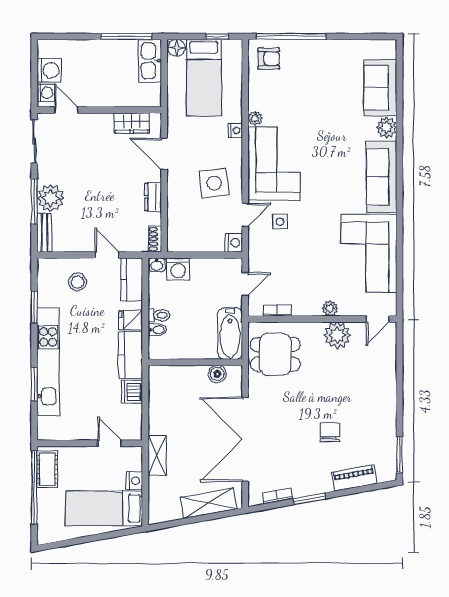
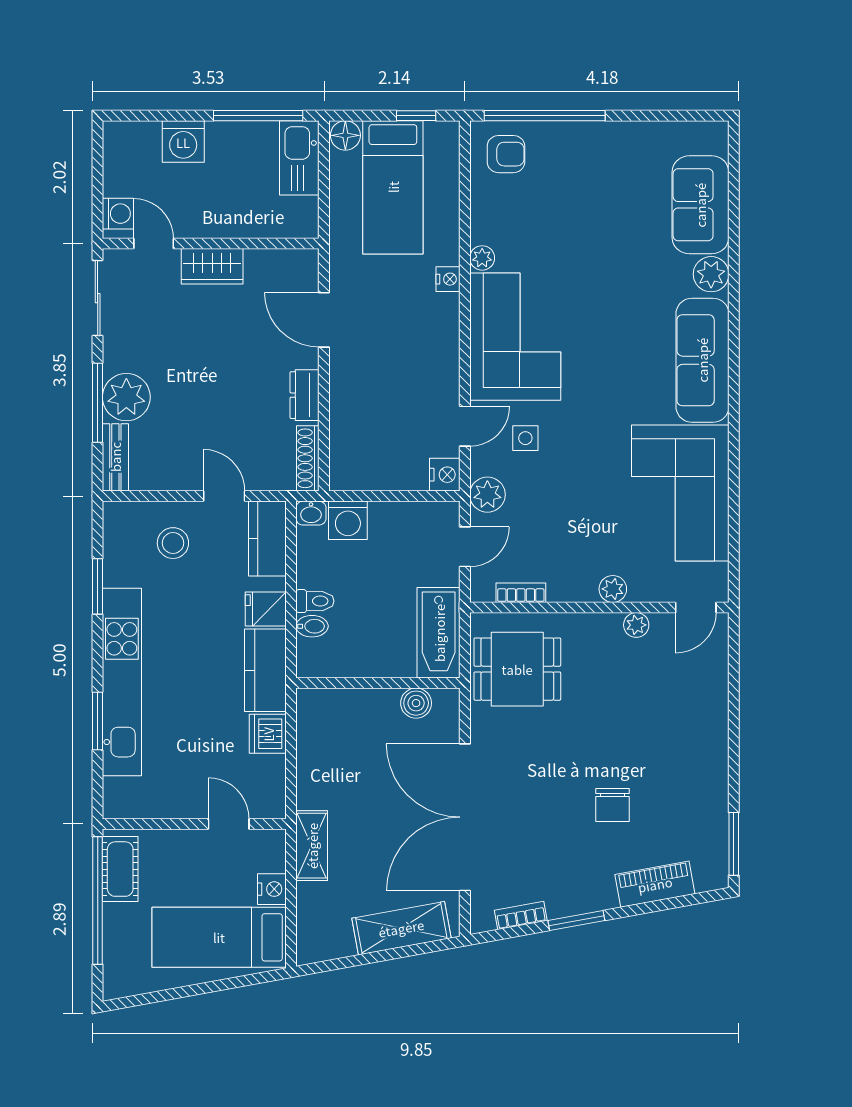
washing machine: (49, 70) -> (183, 142), moved, turned 90
wardrobe: (132, 123) -> (212, 266), moved
side table: (214, 183) -> (410, 371), removed
shoe rack: (155, 239) -> (308, 458), width x1.43
plant: (258, 254) -> (487, 495), added
plant: (337, 335) -> (636, 625), width x0.53, depth x0.53
chair: (330, 432) -> (612, 805), turned 180

